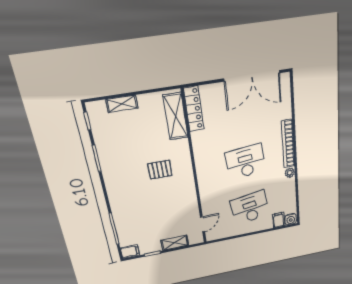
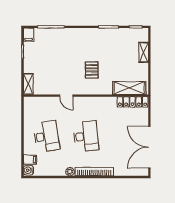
door: (203, 224) -> (66, 96), moved
shelving: (175, 243) -> (28, 84), moved

